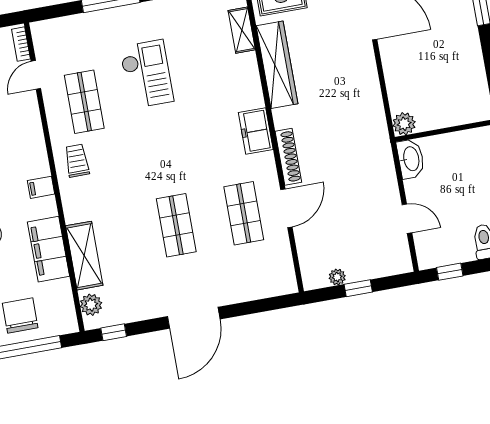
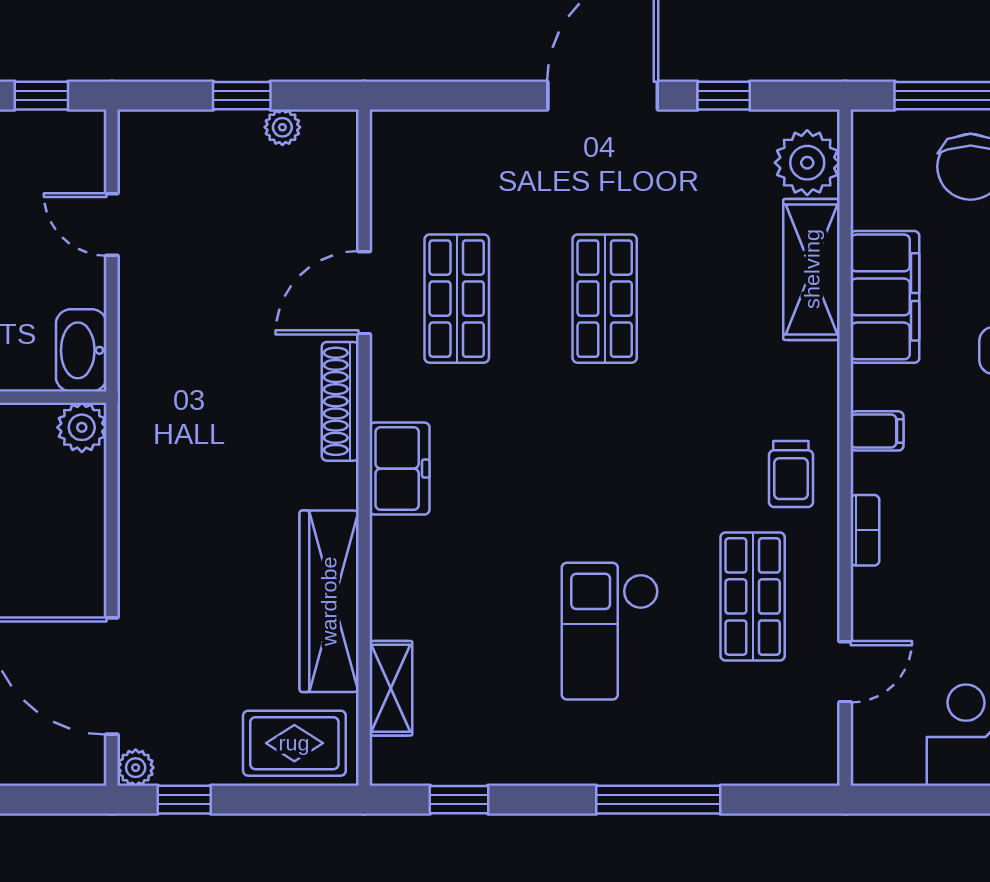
bookcase: (21, 44) -> (865, 530), moved
plant: (91, 305) -> (807, 163), width x1.36, depth x1.36
window: (114, 332) -> (724, 96), moved

